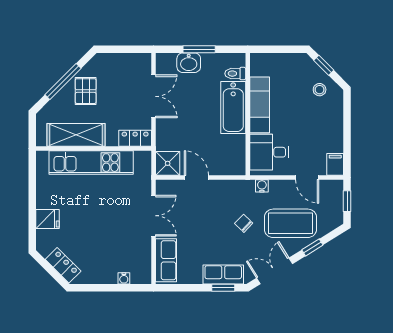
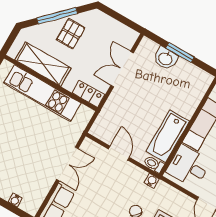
toilet: (235, 74) -> (154, 164), moved
double door: (153, 96) -> (122, 69), swing flipped
bathtub: (233, 108) -> (168, 136), moved
shower: (168, 163) -> (103, 129), removed
water cooler: (262, 186) -> (152, 181), moved

